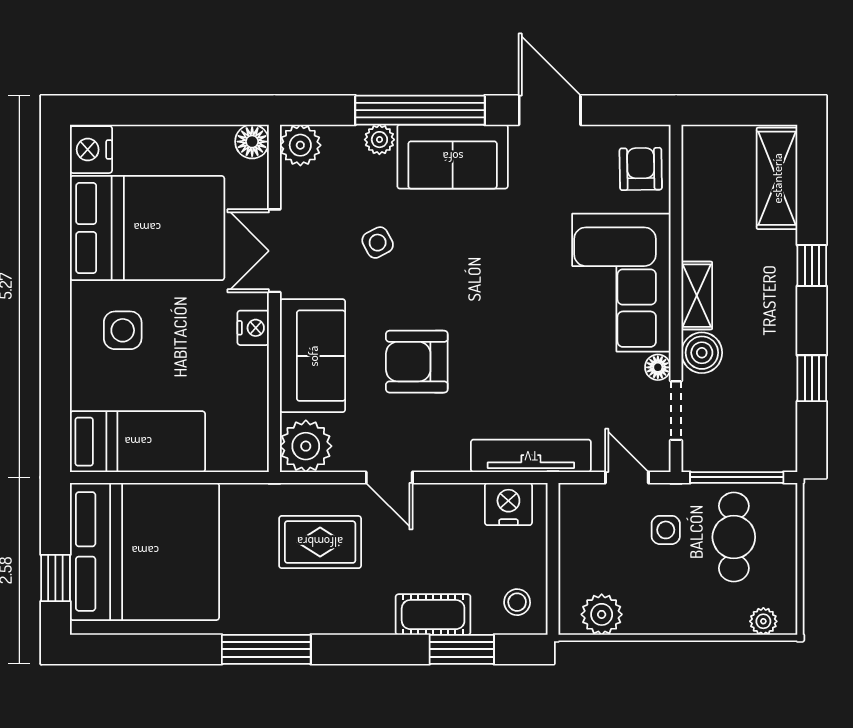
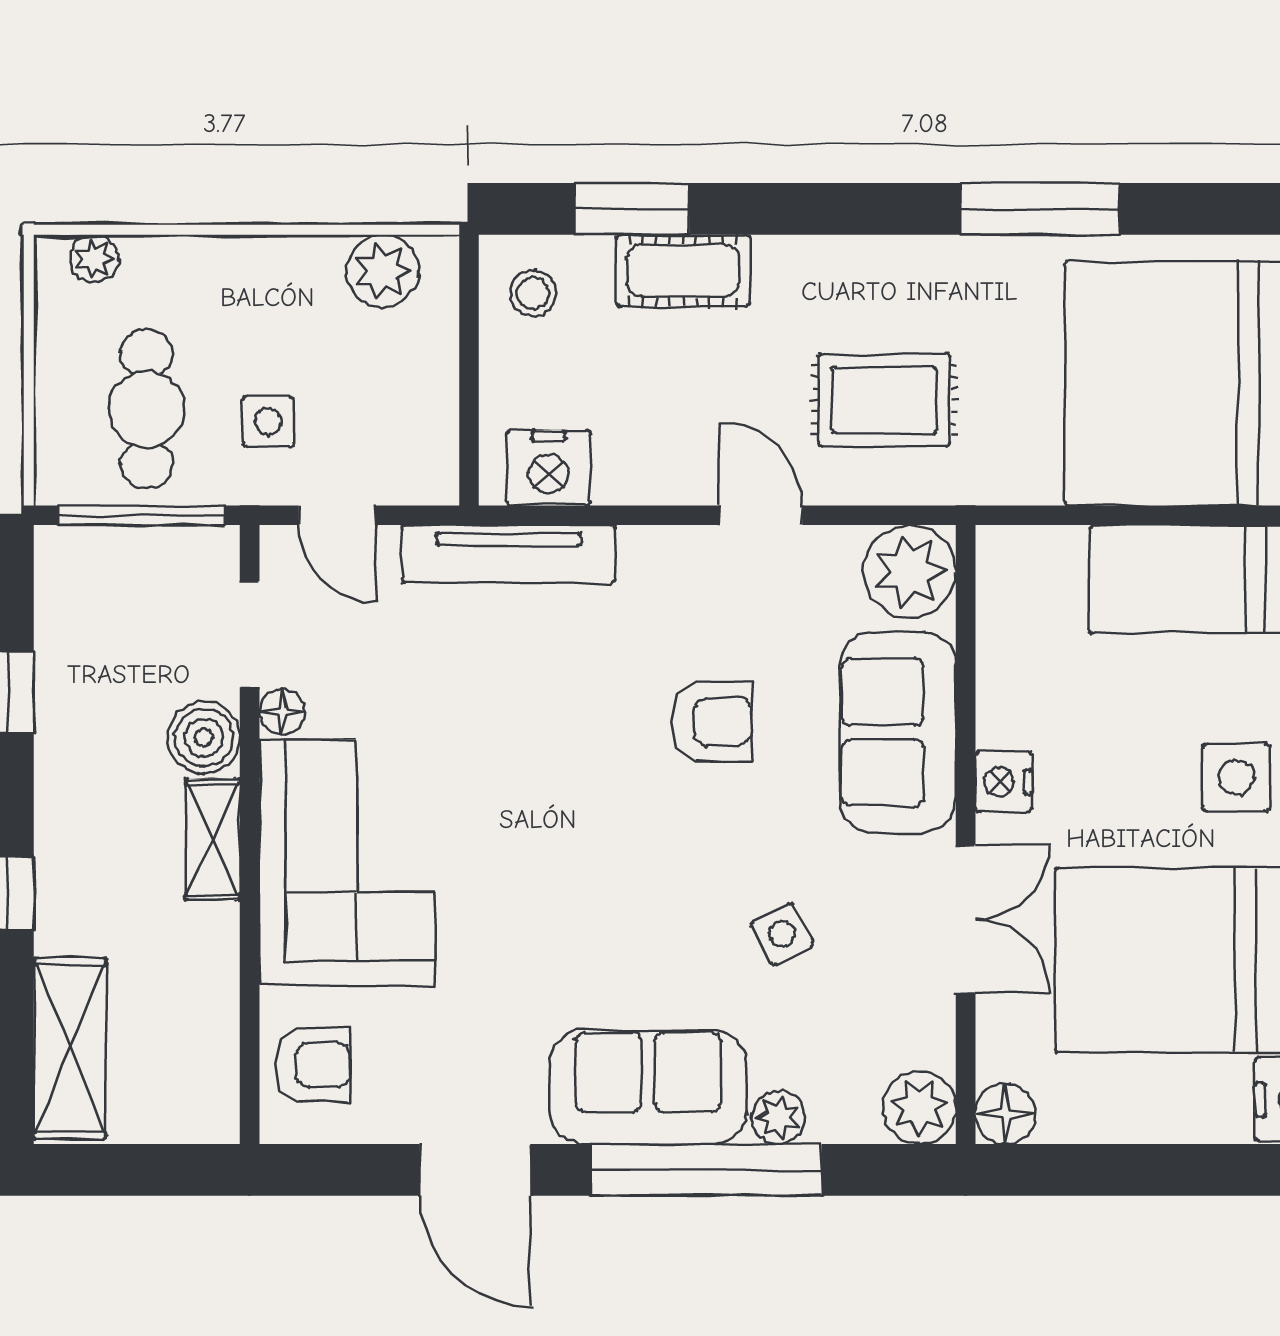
armchair: (641, 169) -> (313, 1065), turned -89
armchair: (417, 362) -> (712, 722), width x0.72, depth x0.72
window: (266, 649) -> (1040, 209), moved

